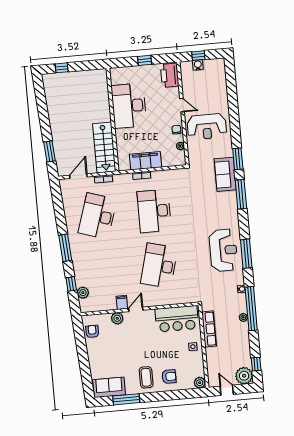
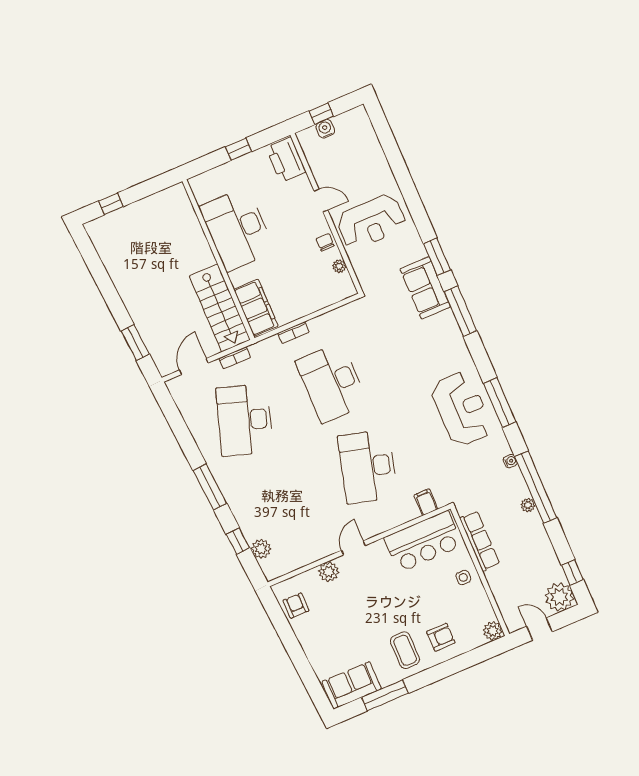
filing cabinet: (145, 161) -> (256, 308), moved, turned 90
filing cabinet: (122, 302) -> (426, 502), moved

